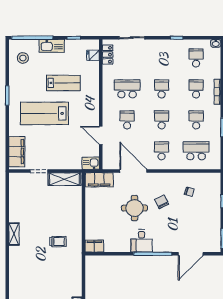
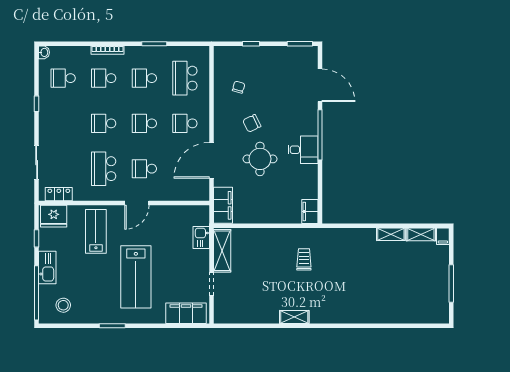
fridge: (93, 55) -> (54, 216), width x1.88, depth x1.34
lab bench: (63, 83) -> (96, 231), moved
door: (101, 135) -> (137, 203), moved
kitchen sink: (91, 163) -> (201, 238), moved

